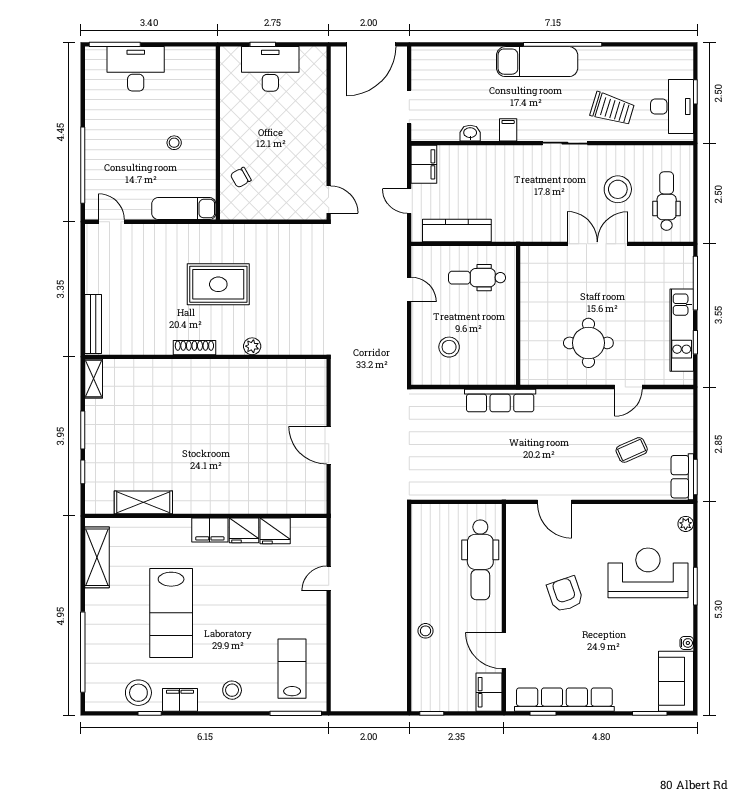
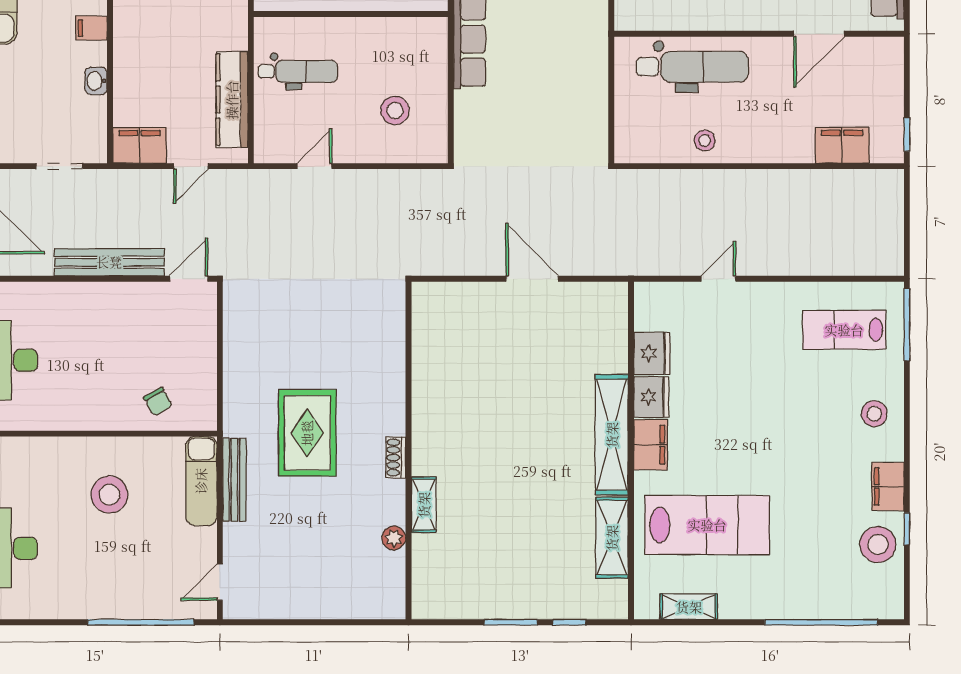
stool: (174, 143) -> (109, 495), width x1.89, depth x1.89
bench: (340, 143) -> (109, 262), added
dental chair: (477, 278) -> (298, 71), turned -90
bench: (93, 324) -> (234, 480), moved, turned 90
plant: (252, 346) -> (394, 538), moved
shoe rack: (194, 348) -> (396, 457), width x0.70
shelving: (94, 378) -> (424, 505), moved, turned 90
door: (329, 445) -> (532, 279), swing flipped
shelving: (217, 502) -> (612, 435), added
shelving: (97, 557) -> (689, 607), width x0.67, depth x0.75
door: (329, 579) -> (718, 279), swing flipped
lab bench: (171, 613) -> (707, 525), moved
stool: (425, 631) -> (705, 140), moved
filing cabinet: (489, 692) -> (842, 145), moved, turned 180

